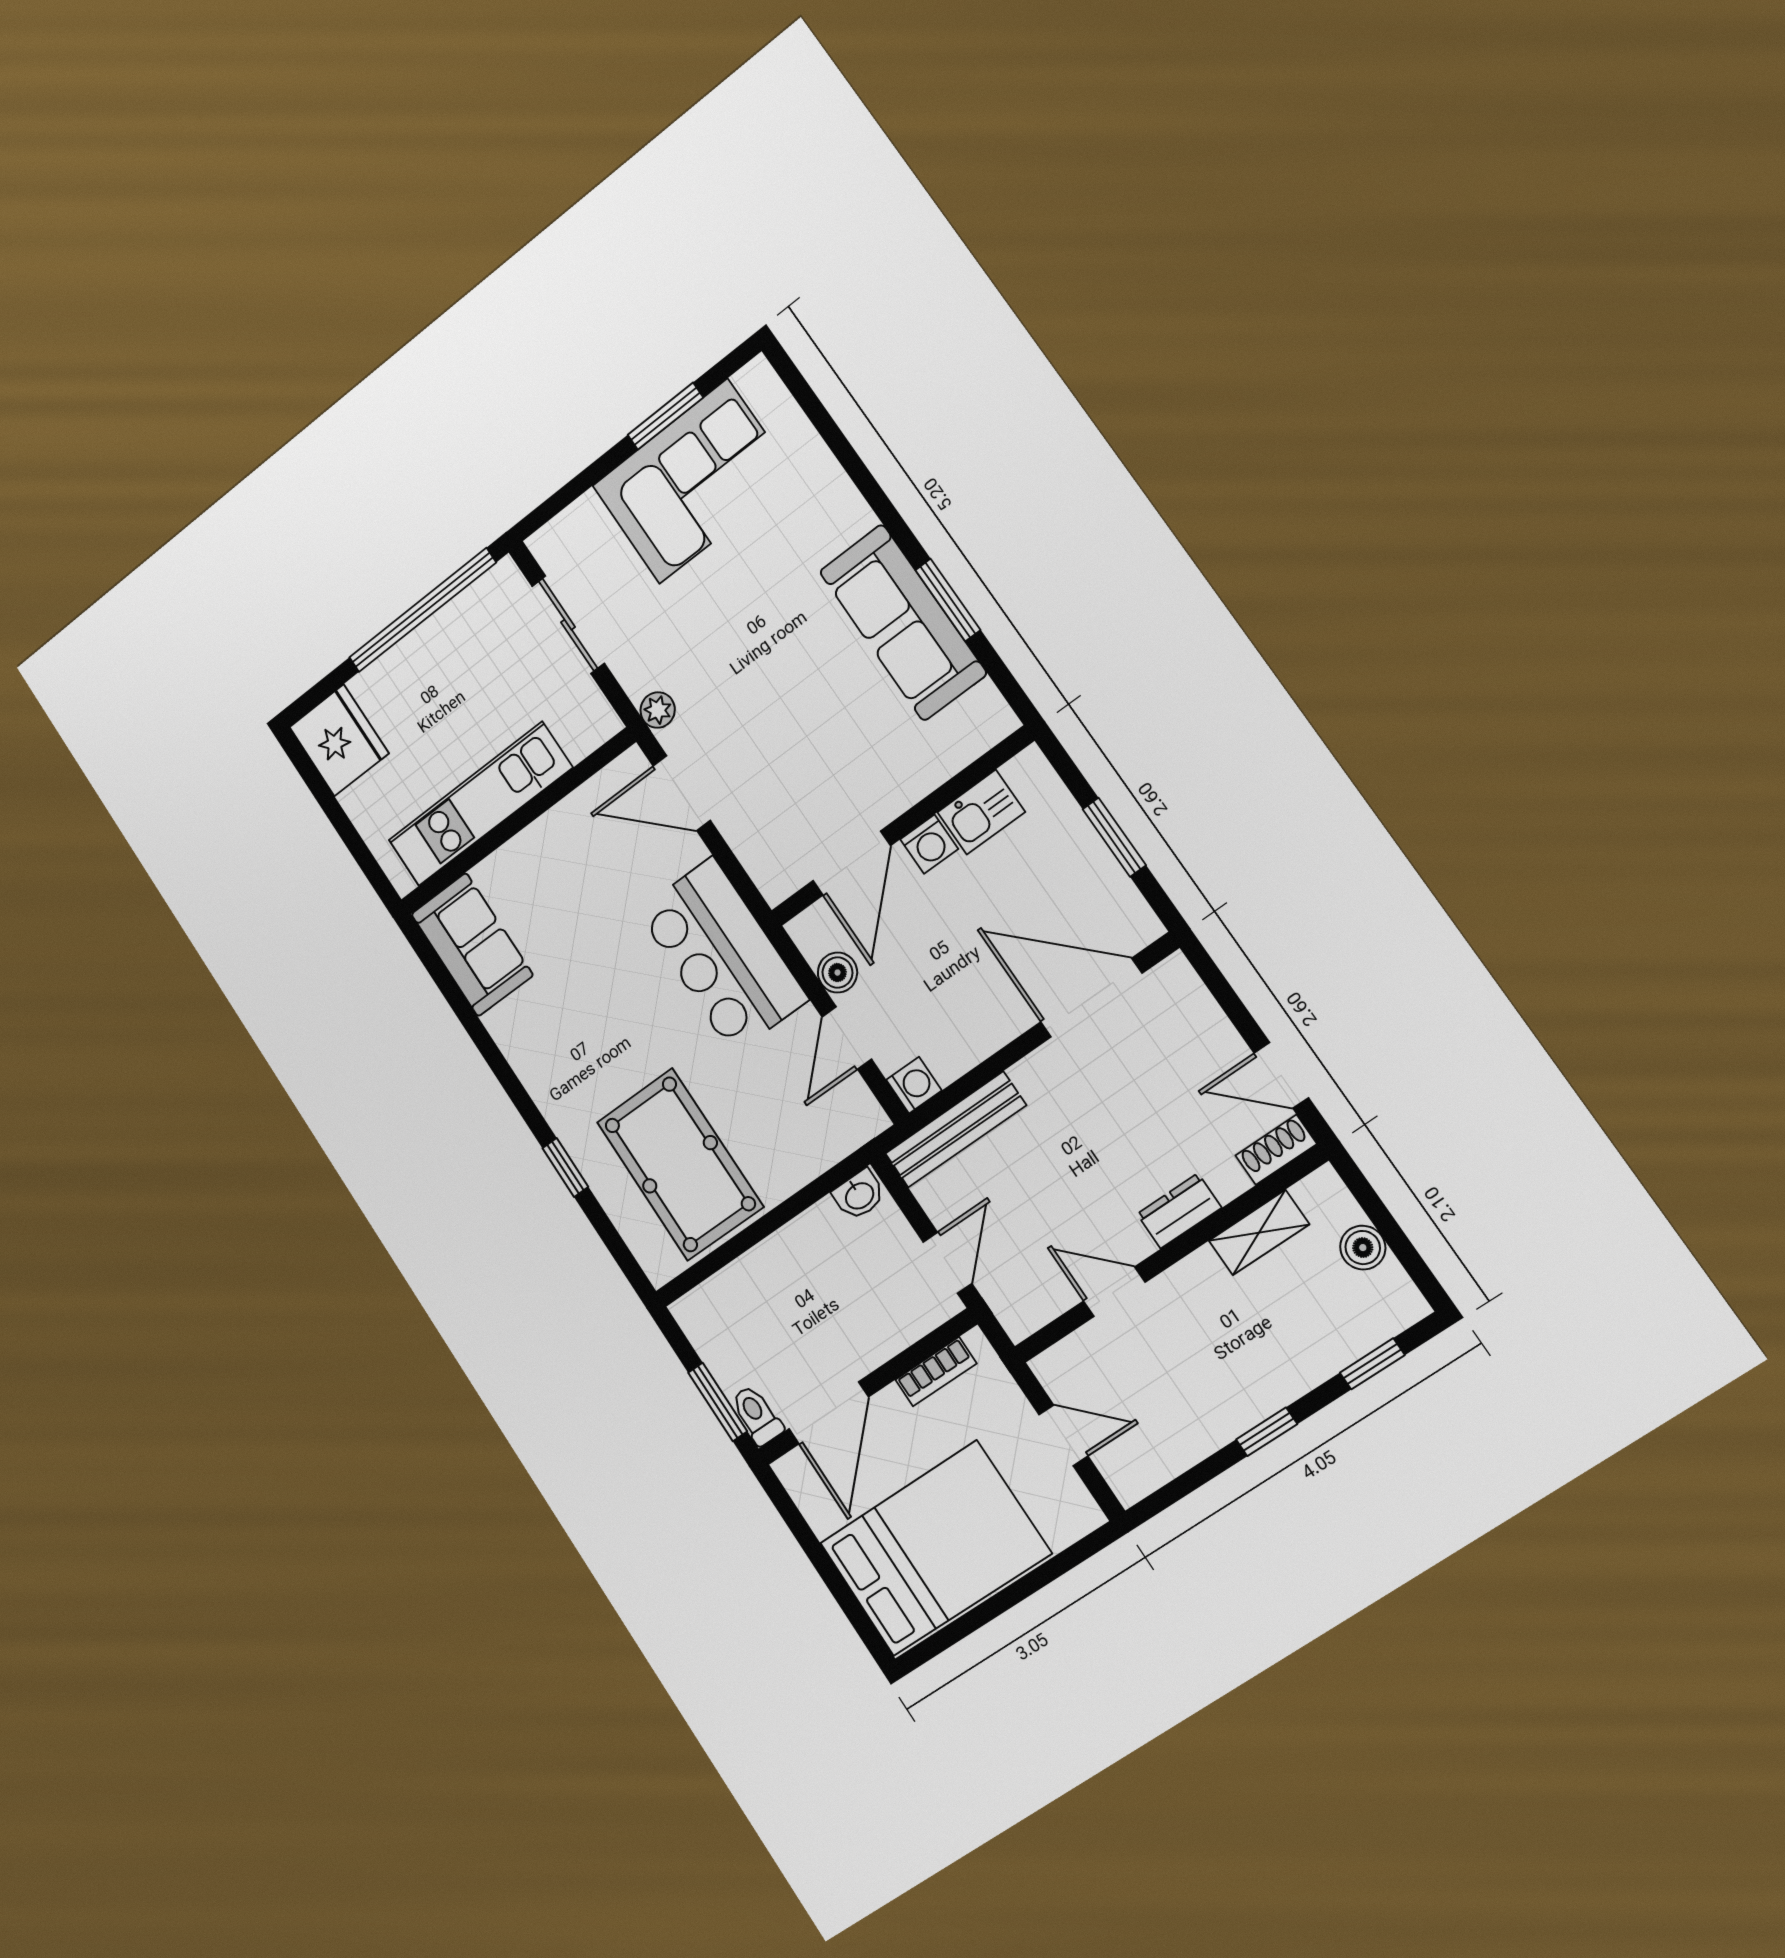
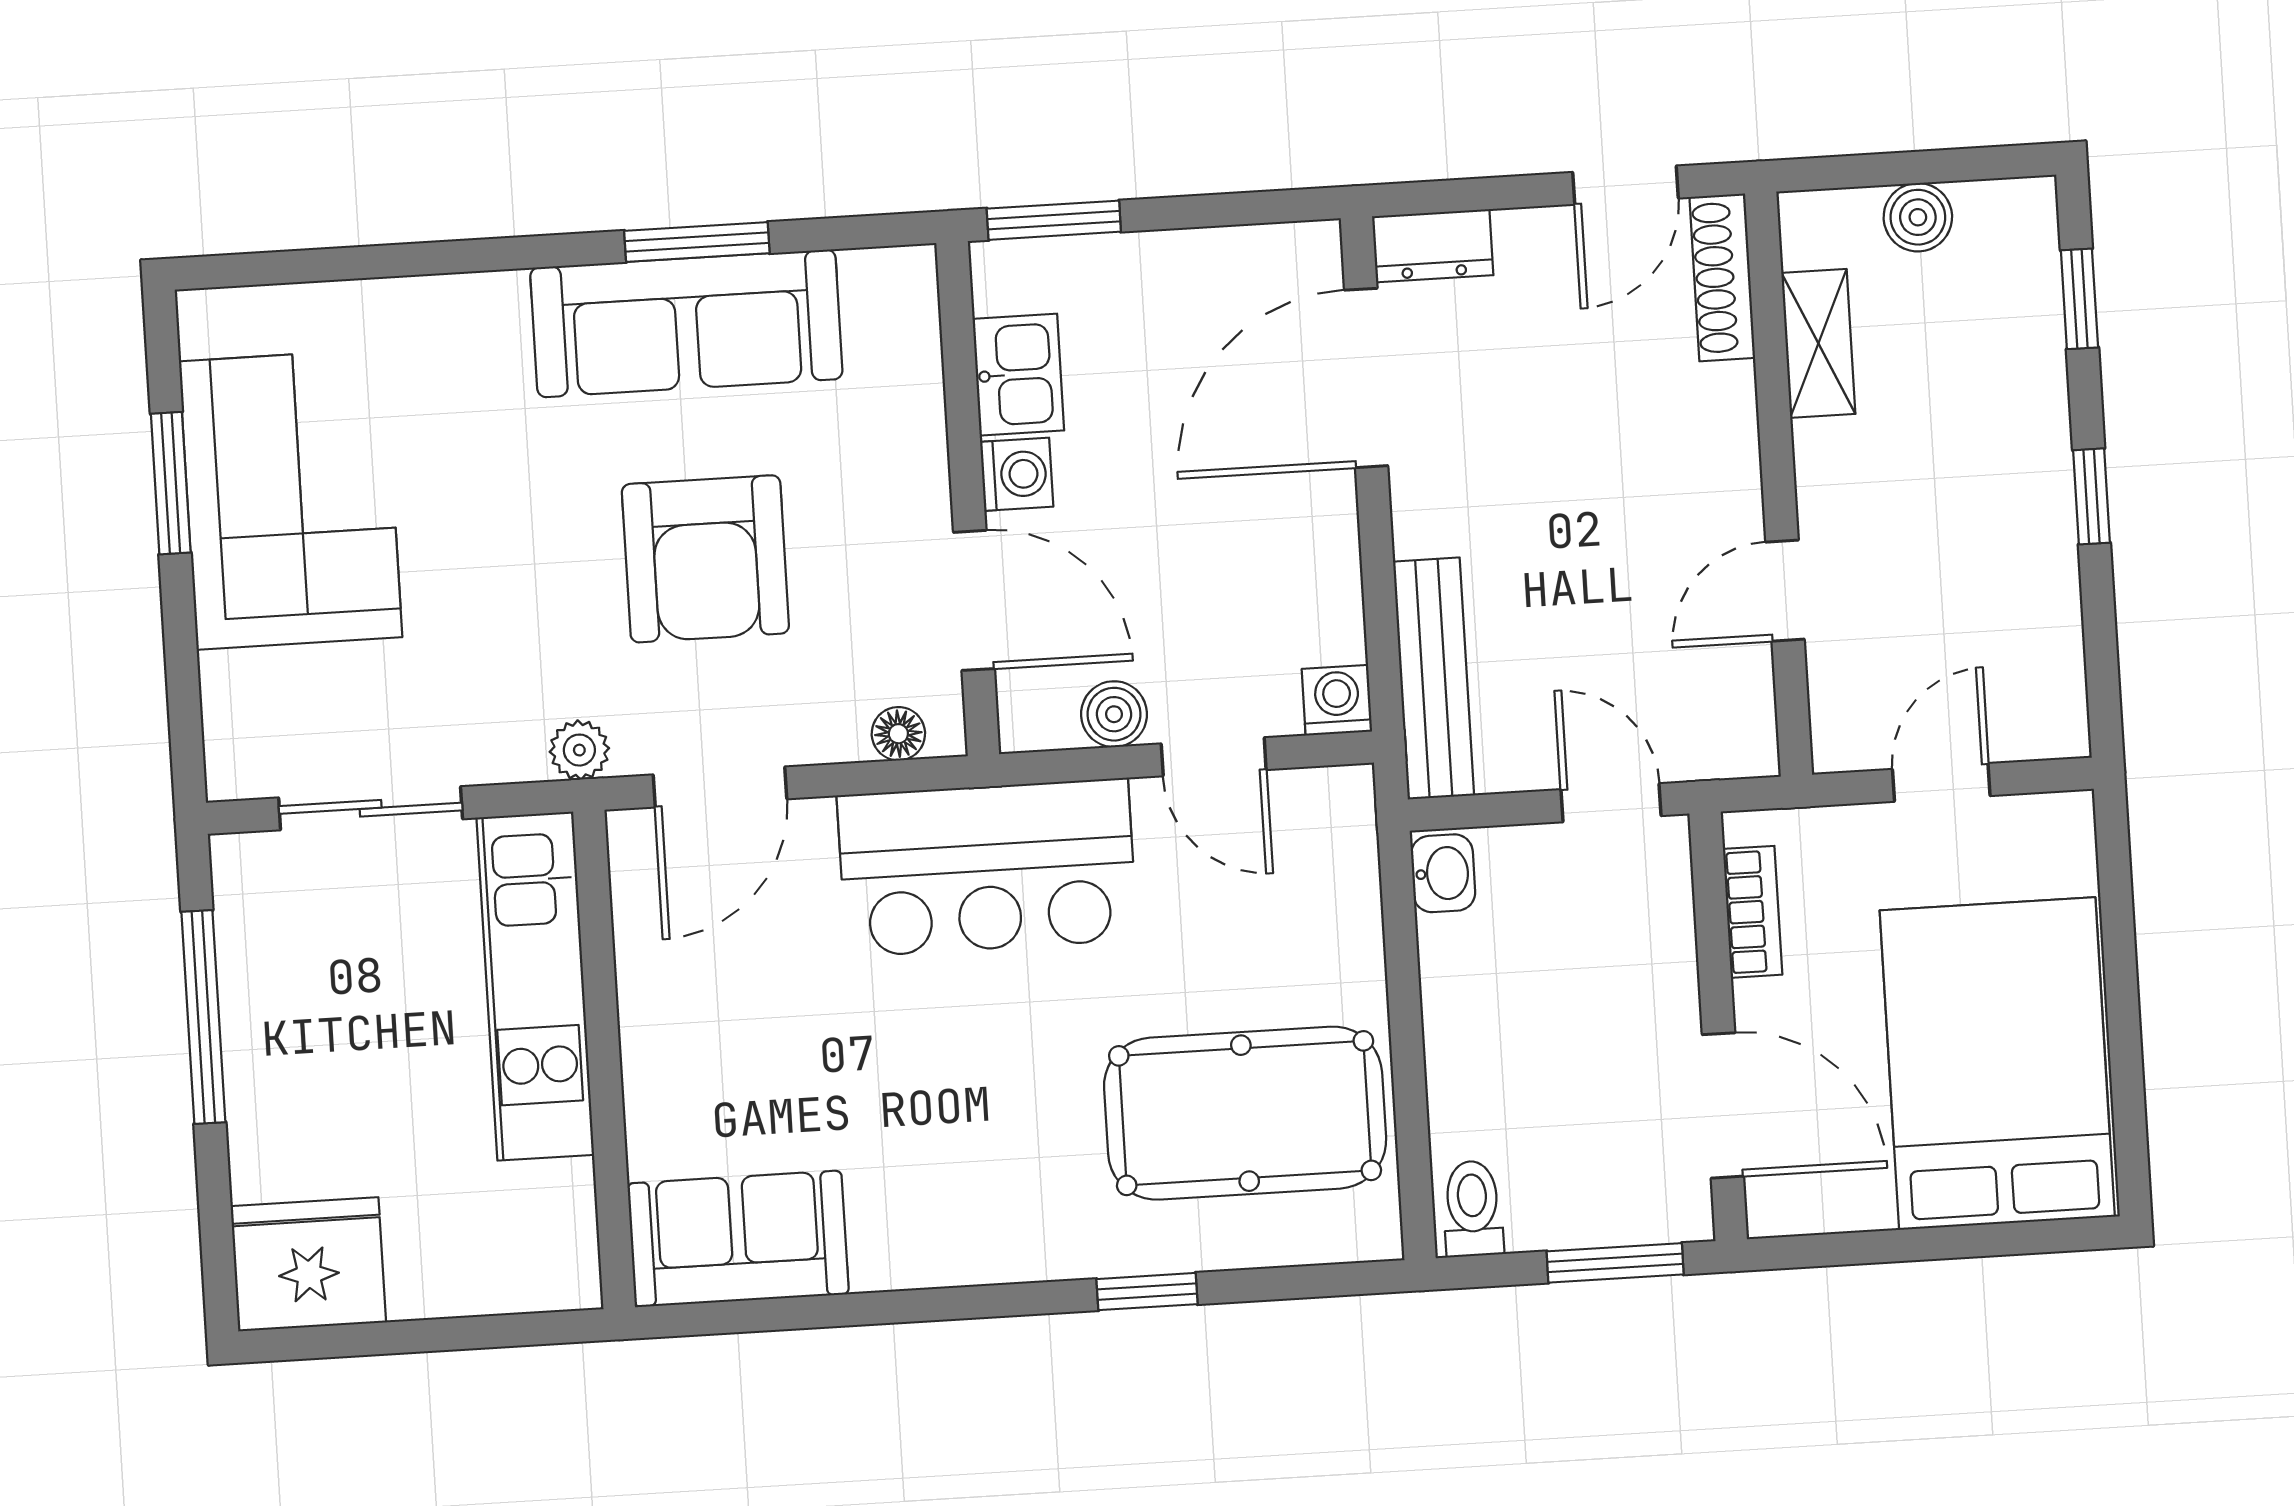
window: (422, 610) -> (203, 1017), width x0.68
armchair: (790, 711) -> (705, 559), added
kitchen unit: (480, 804) -> (535, 986), moved
window: (1114, 837) -> (1054, 220), moved
floor lamp: (762, 867) -> (898, 734), added
shoe rack: (1276, 1150) -> (1722, 277), width x1.43
dresser: (1179, 1211) -> (1433, 246), moved, turned -90
toilet: (757, 1415) -> (1473, 1209), moved, turned 90

